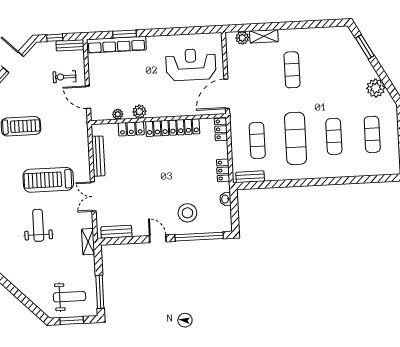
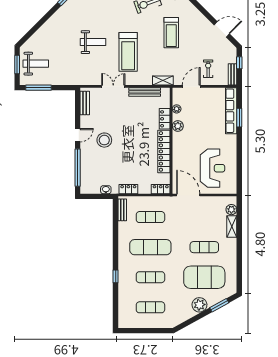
exercise mat: (330, 68) -> (204, 277), added
plant: (376, 88) -> (199, 305), moved
treadmill: (48, 180) -> (128, 52), turned 180
window: (335, 181) -> (116, 276), added
stool: (187, 213) -> (104, 140), moved
shelving: (88, 242) -> (163, 80), moved
weight bench: (69, 297) -> (36, 64), turned -90

